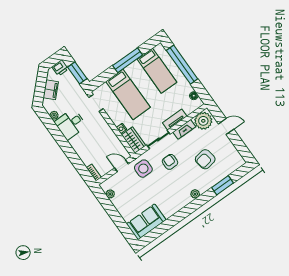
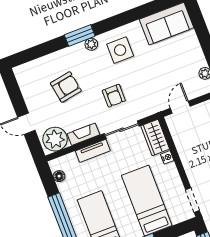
door: (121, 166) -> (180, 107), swing flipped
side table: (143, 169) -> (120, 50), moved
window: (223, 185) -> (80, 35), moved

